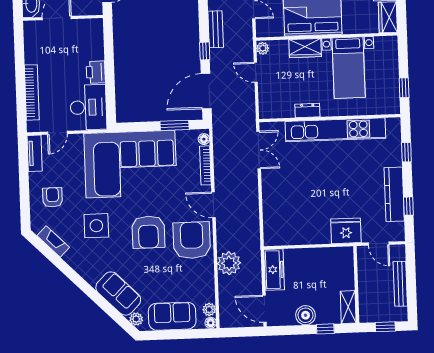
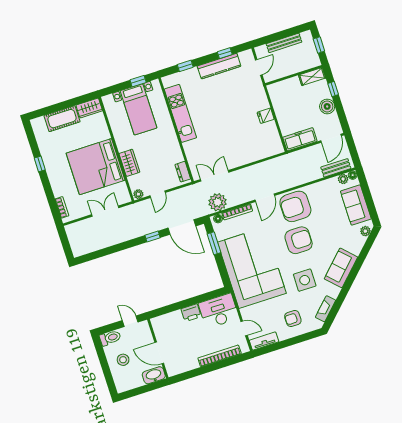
bench: (216, 29) -> (336, 168), moved
bed with nightstands: (349, 68) -> (138, 109), moved, turned 90
dresser: (307, 110) -> (183, 172), moved
kitchen unit: (335, 130) -> (180, 113), width x0.73
fridge: (346, 231) -> (266, 116), moved, width x0.53, depth x0.75
plant: (229, 263) -> (218, 202), moved
sofa: (118, 294) -> (341, 268), moved

